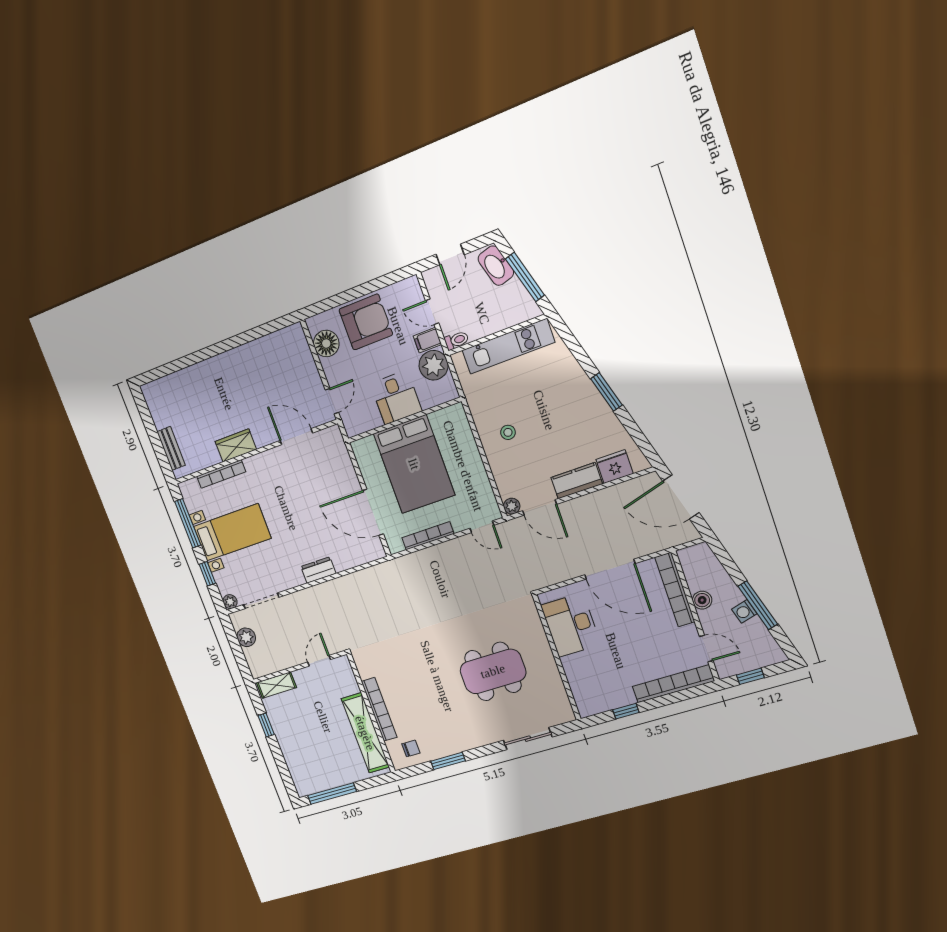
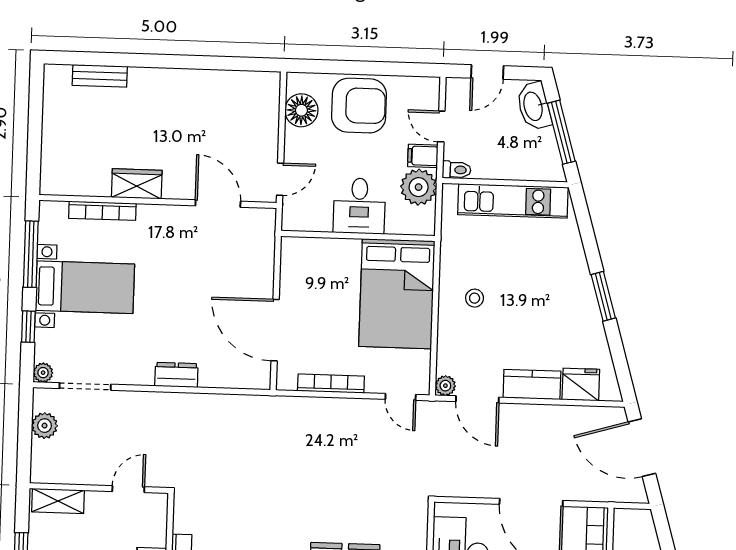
bench: (171, 448) -> (100, 76), moved, turned 90
bed: (414, 464) -> (397, 294), moved

